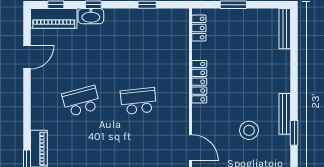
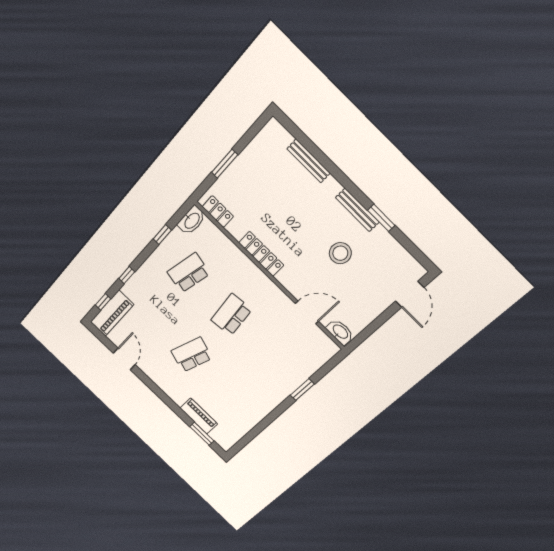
washbasin: (91, 16) -> (192, 220), moved
bench: (285, 29) -> (309, 161), moved
school desk: (138, 46) -> (188, 273), added
school desk: (81, 101) -> (192, 355), turned 33

